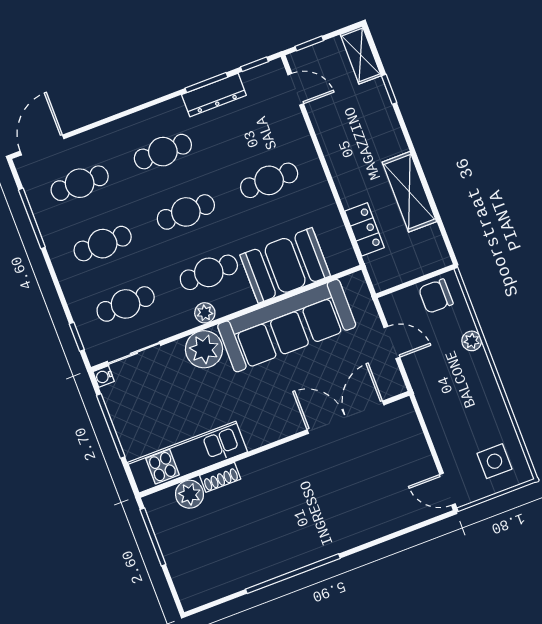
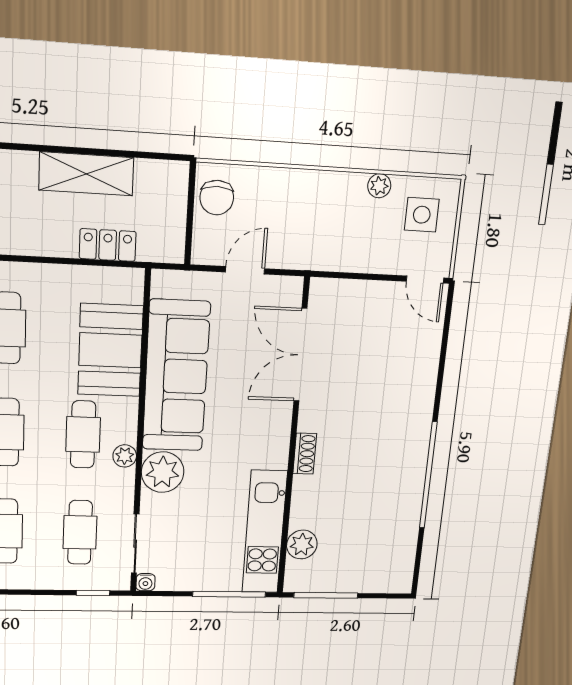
plant: (472, 341) -> (379, 186), moved
window: (111, 426) -> (229, 594), moved
shoe rack: (220, 477) -> (305, 454), moved
door: (447, 489) -> (425, 280), hinge flipped

